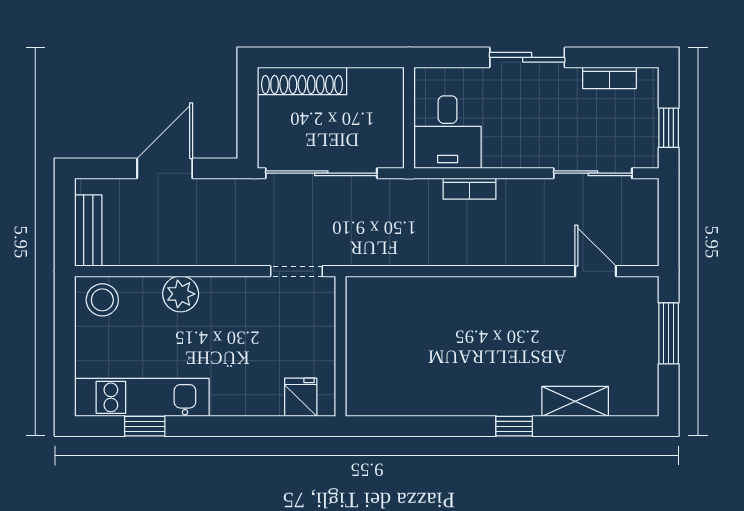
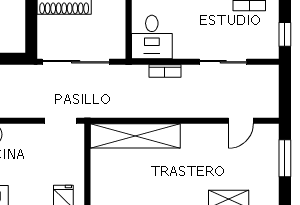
sliding door: (593, 173) -> (223, 62), moved
door: (595, 271) -> (241, 121), swing flipped
shelving: (420, 296) -> (135, 136), added

